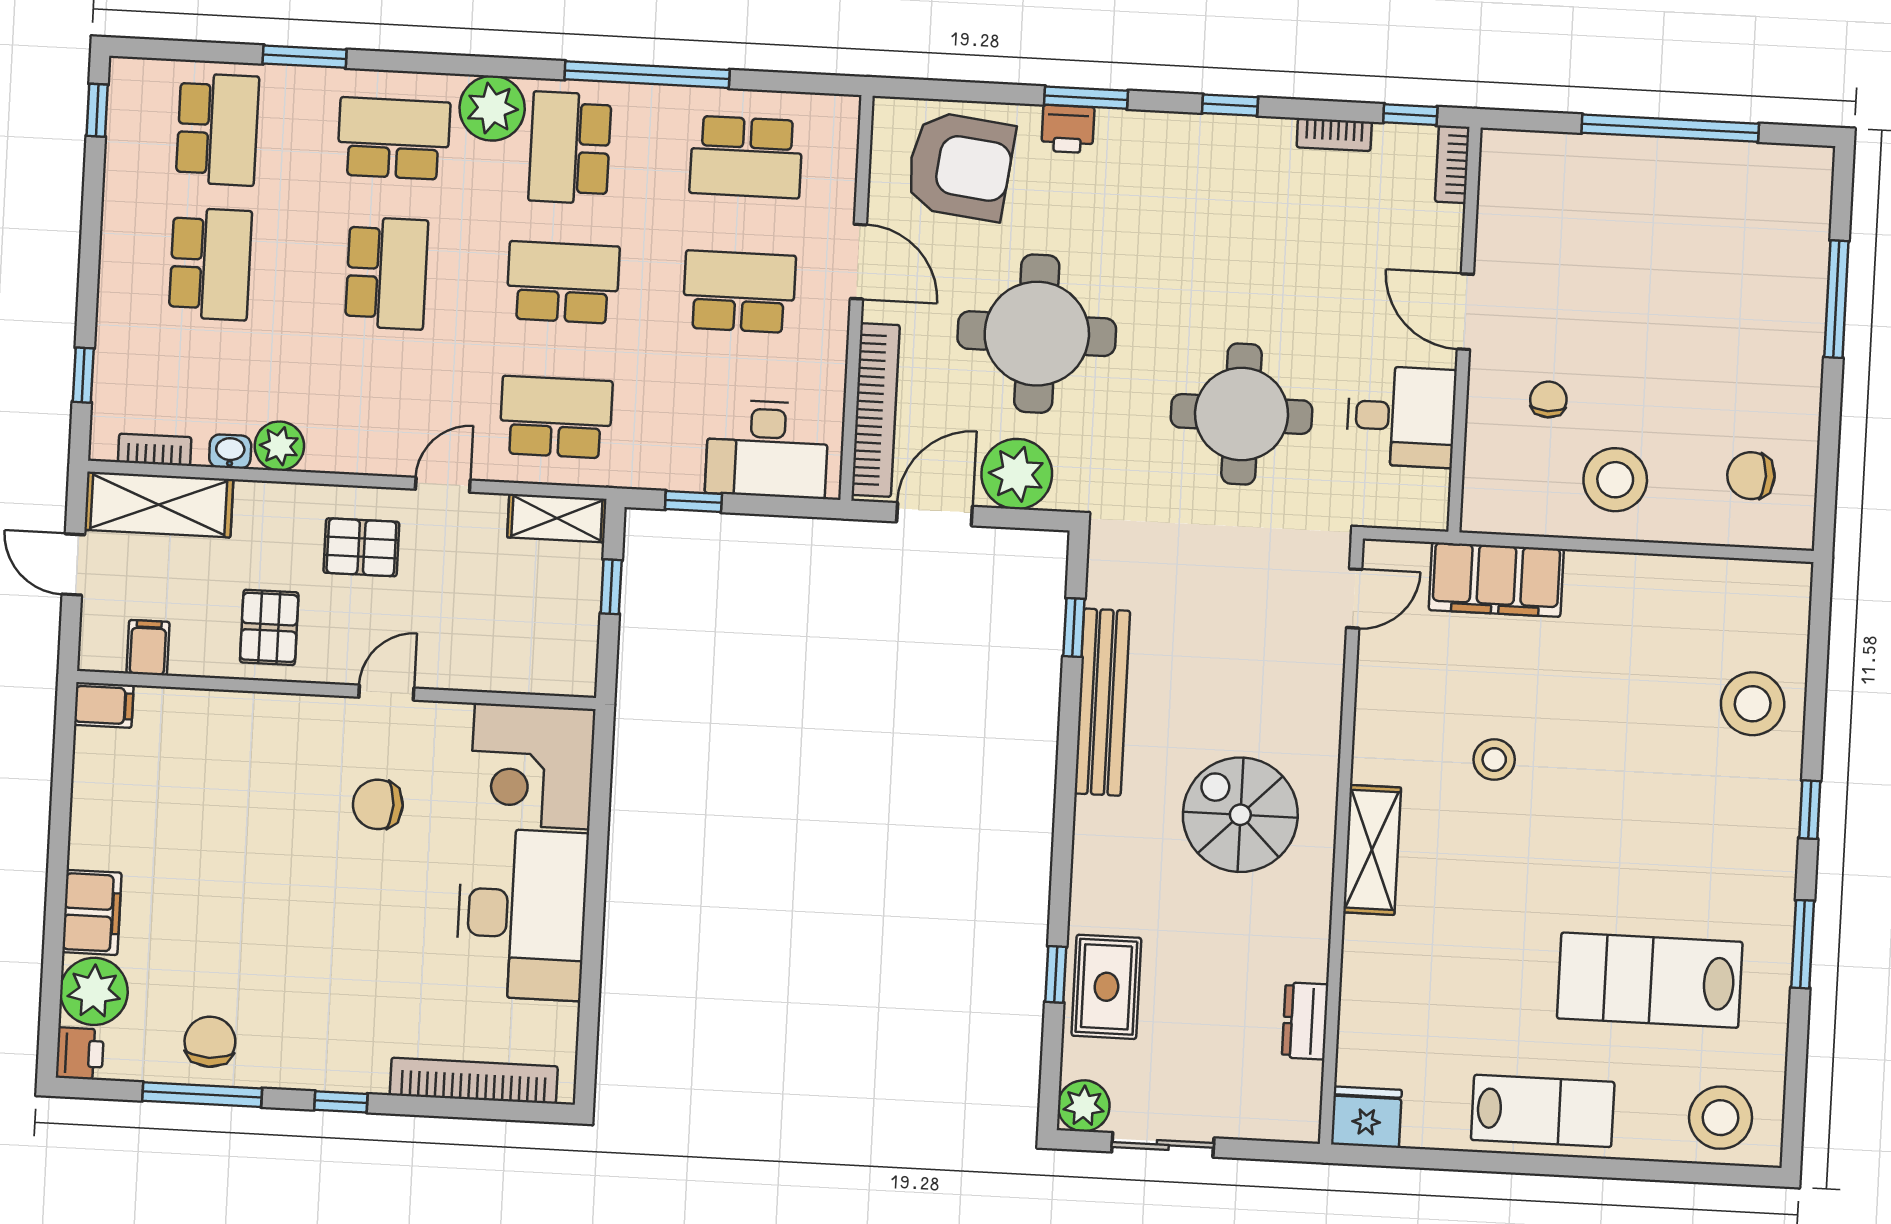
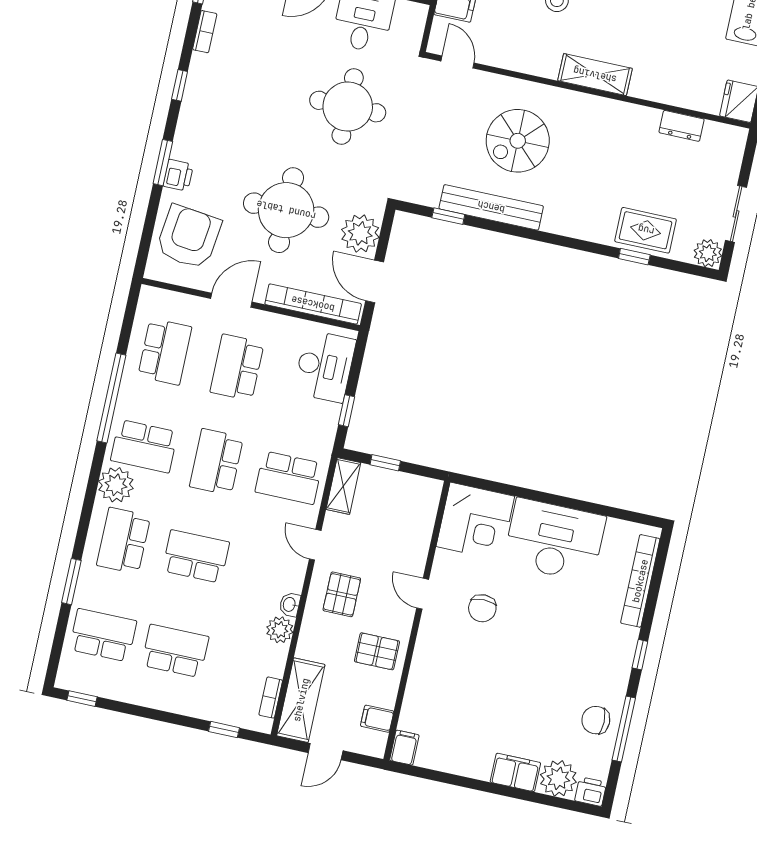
school desk: (556, 417) -> (289, 478), turned -90
washbasin: (230, 451) -> (290, 605), moved
spiral stairs: (1240, 815) -> (518, 141), moved

